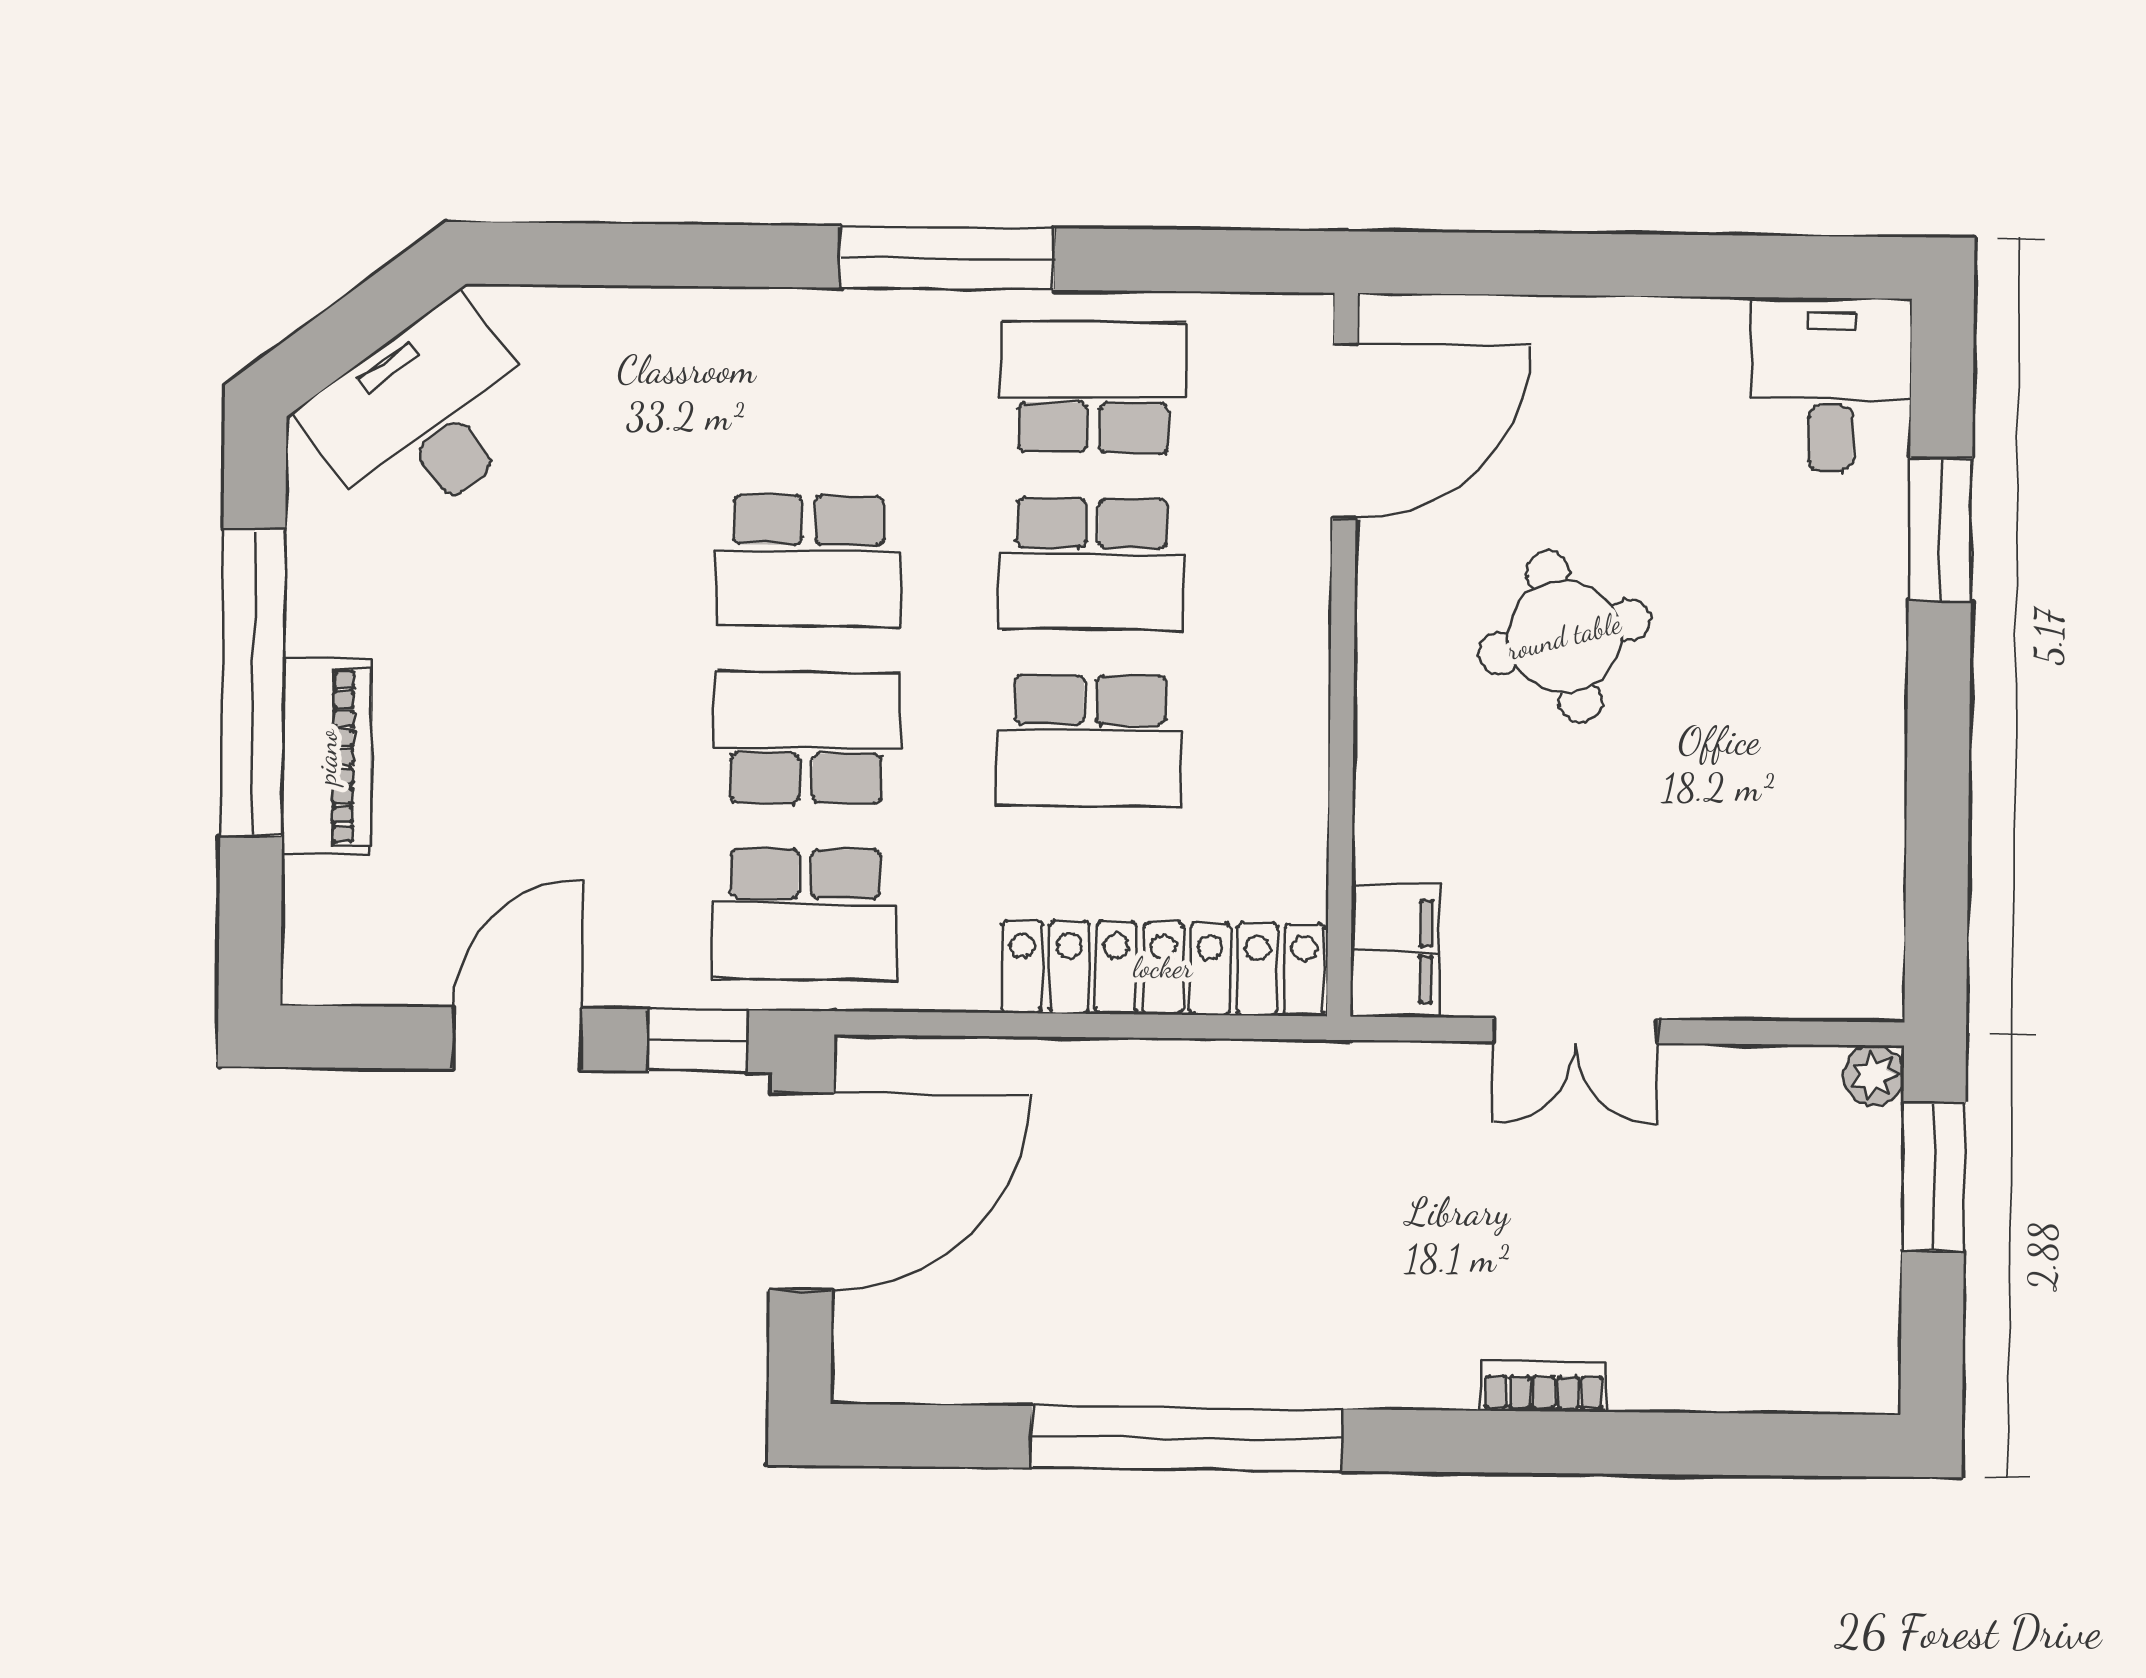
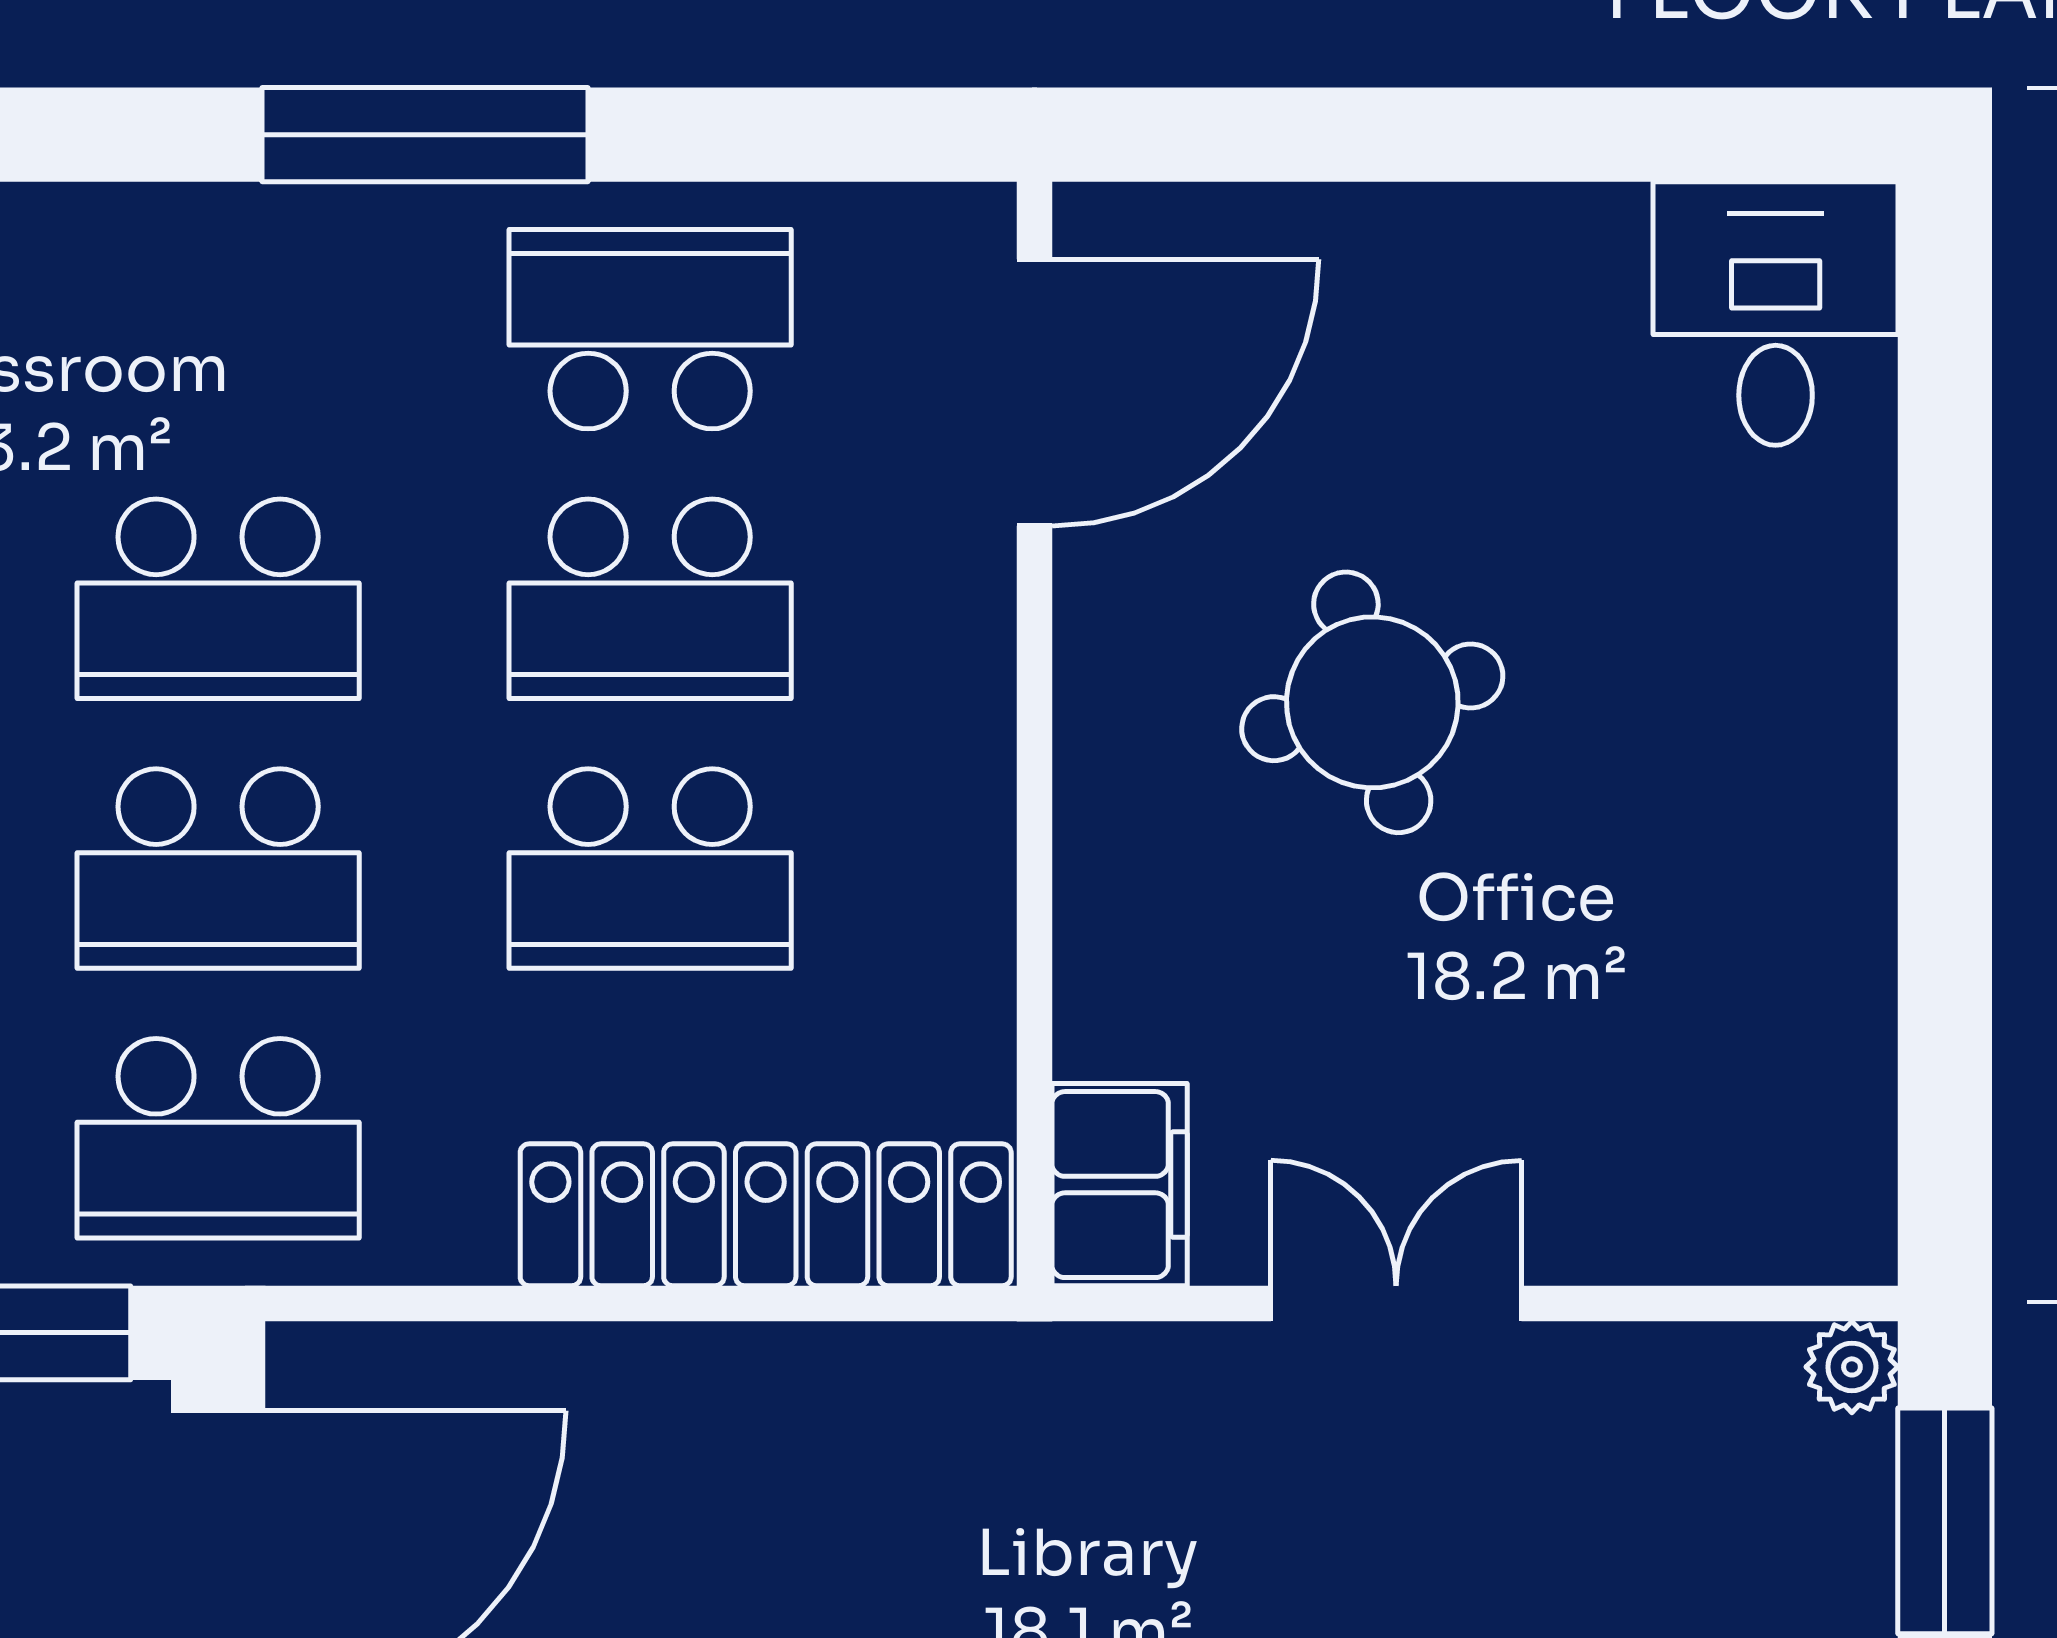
window: (1940, 529) -> (1945, 533), removed
school desk: (807, 738) -> (218, 869), turned 180
double door: (1576, 1031) -> (1396, 1303), swing flipped

